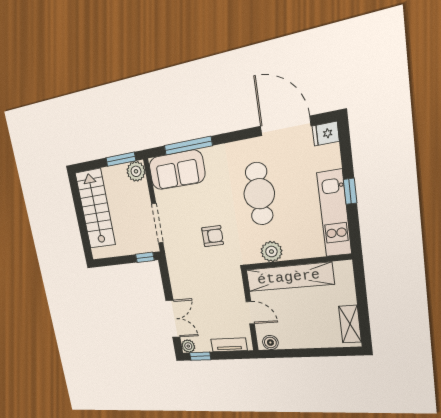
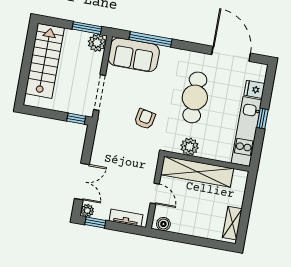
fridge: (326, 134) -> (254, 89), moved
armchair: (212, 236) -> (145, 119), turned -79

